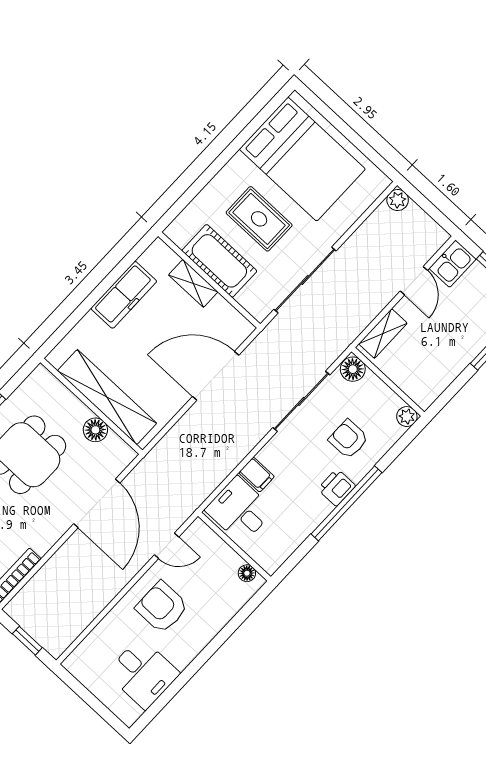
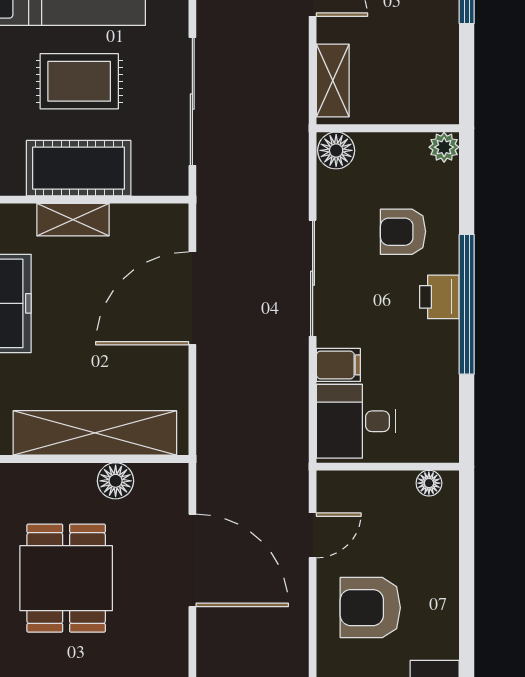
sliding door: (301, 401) -> (313, 278), moved

